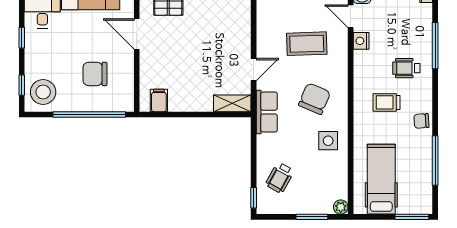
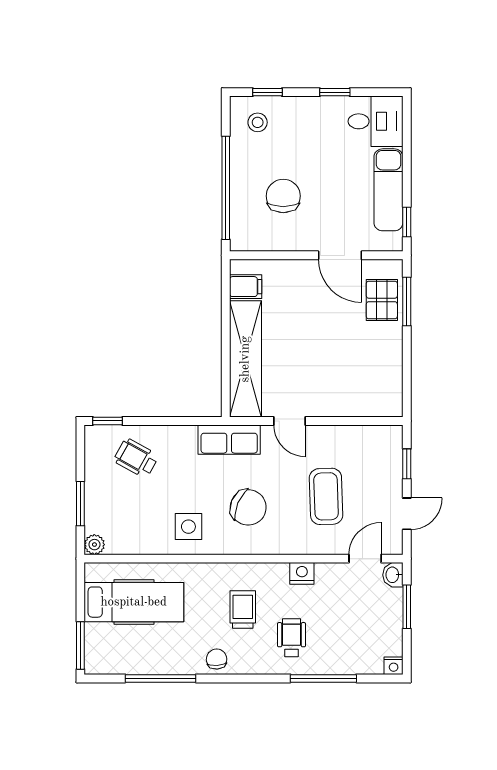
door: (137, 34) -> (340, 255), swing flipped
nightstand: (361, 41) -> (302, 573), moved
stool: (43, 92) -> (258, 122), width x0.53, depth x0.53
shelving: (232, 103) -> (245, 359), width x2.20, depth x1.33

